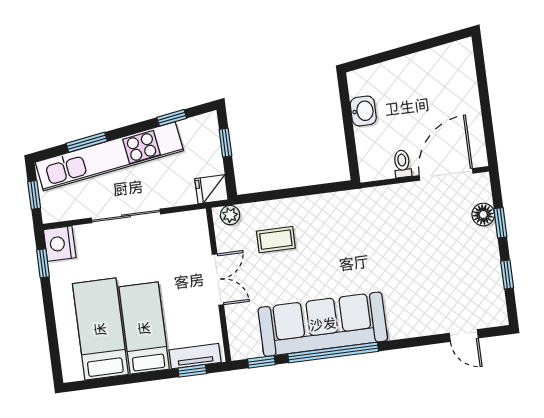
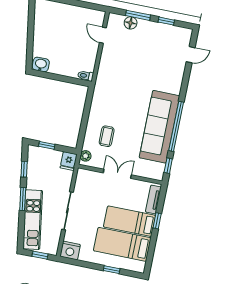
washbasin: (363, 111) -> (41, 65), moved
window: (87, 142) -> (23, 199), moved
kitchen unit: (109, 156) -> (33, 220), width x0.73
toilet: (402, 164) -> (86, 76), moved
door: (446, 174) -> (103, 35), width x0.53
window: (500, 223) -> (138, 15), width x1.50
window: (43, 263) -> (112, 270), moved
window: (192, 371) -> (157, 221), moved

